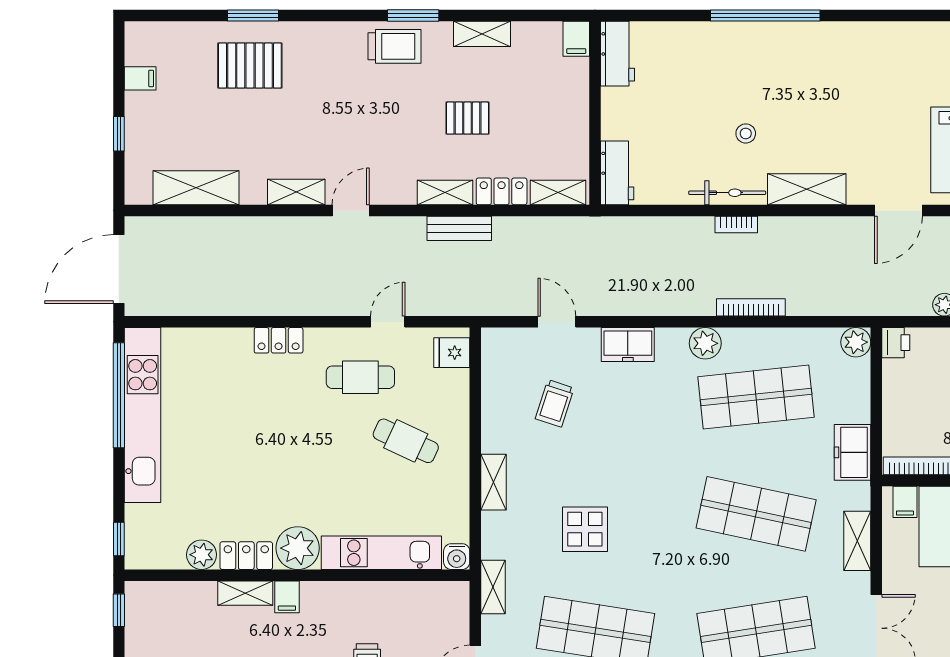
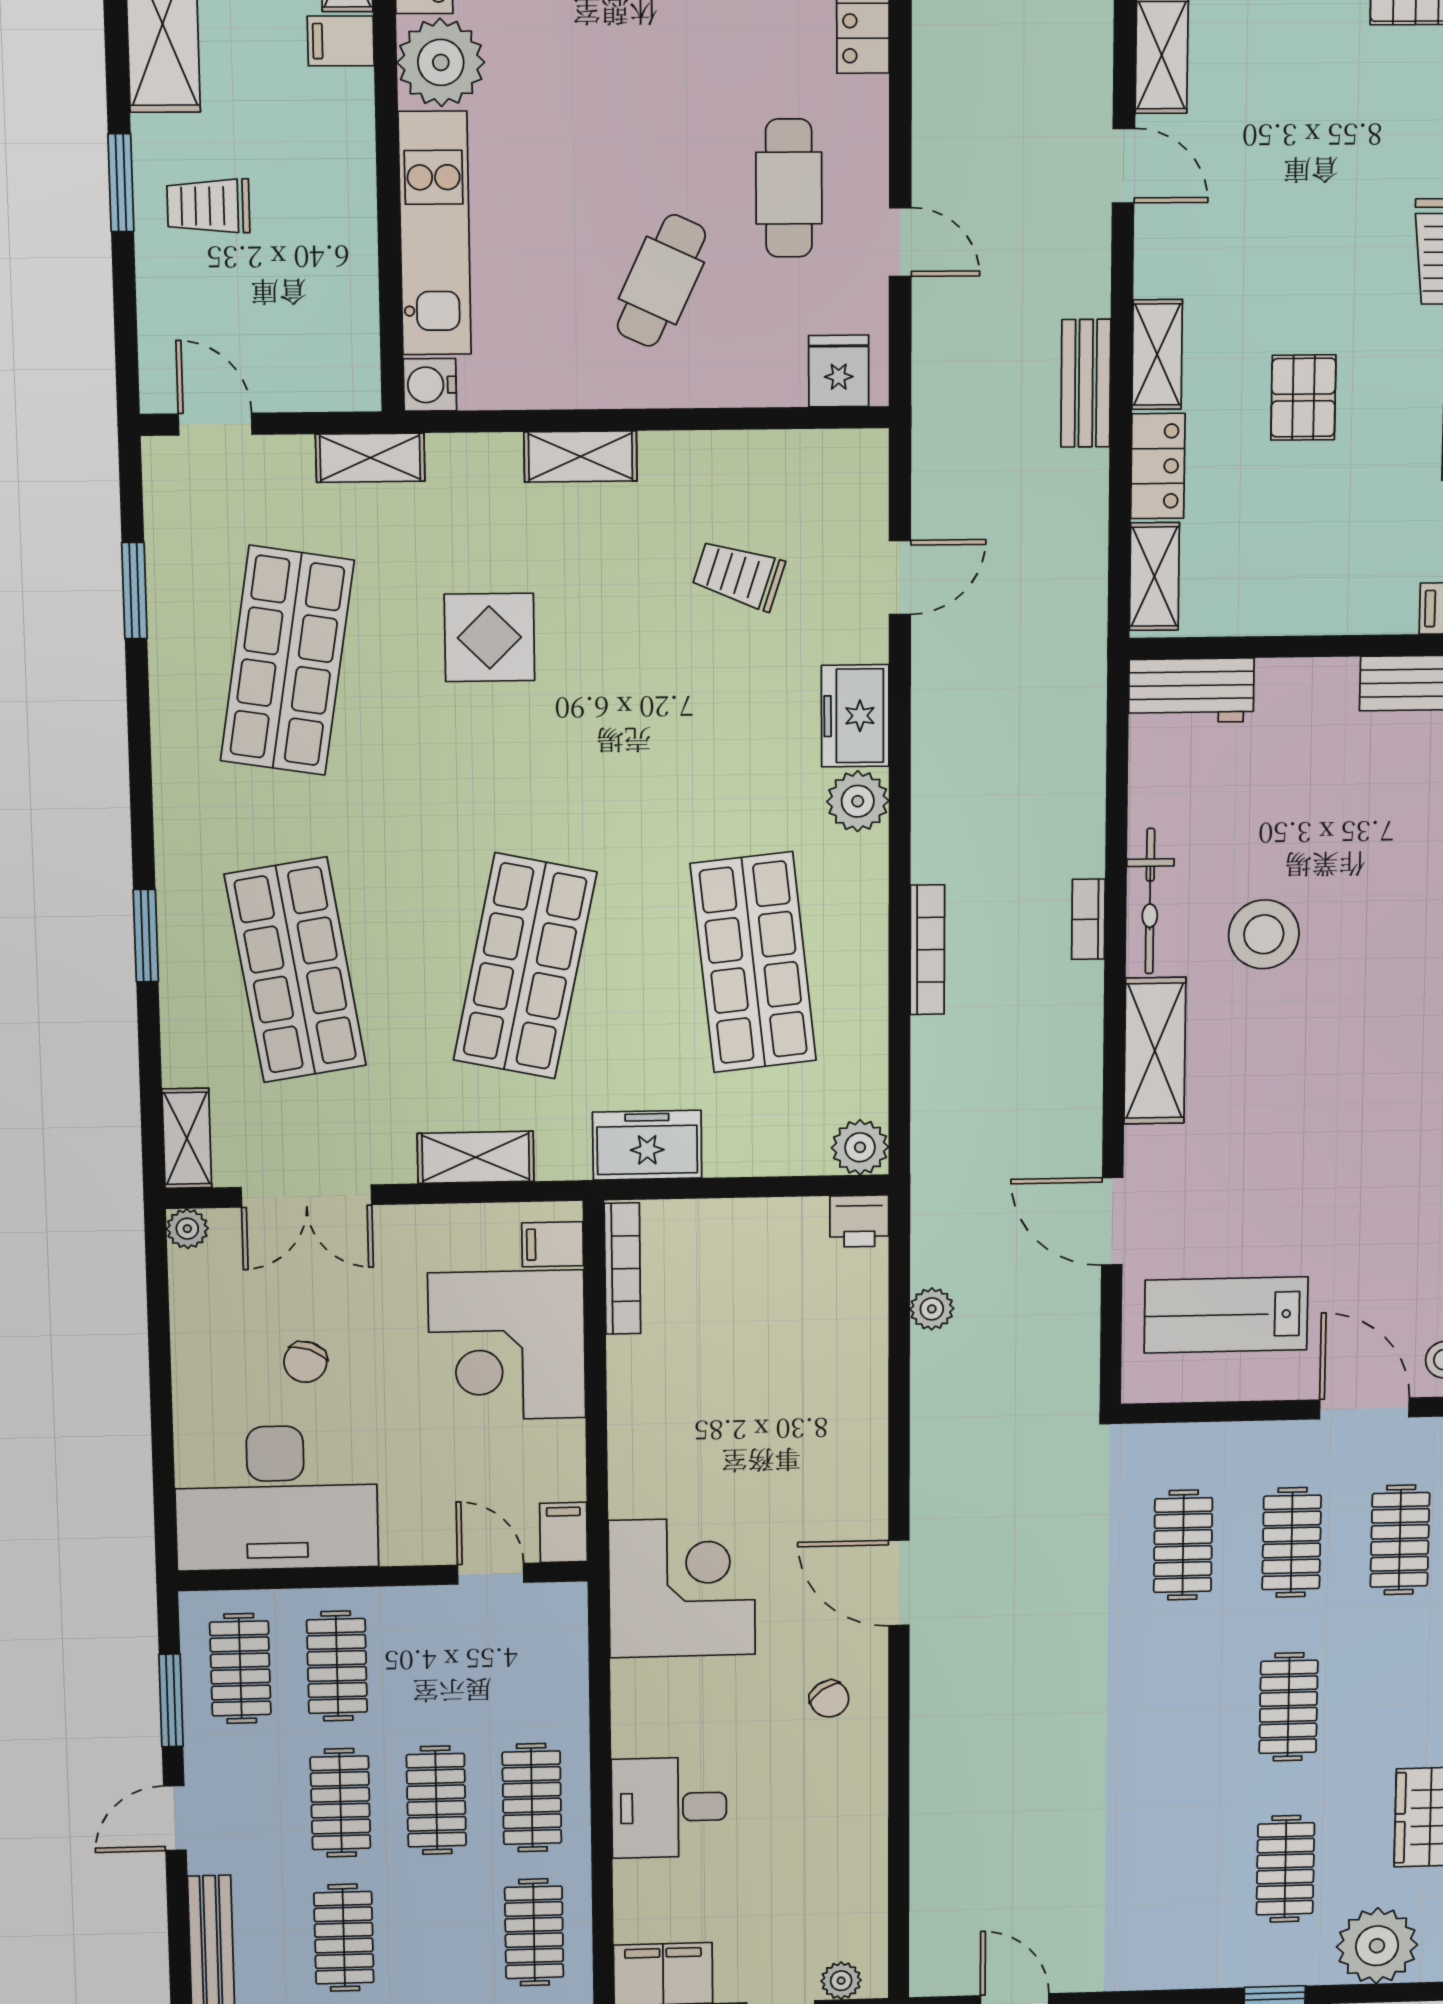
stool: (746, 133) -> (1264, 934), width x1.89, depth x1.89
plant: (705, 343) -> (858, 801), moved

